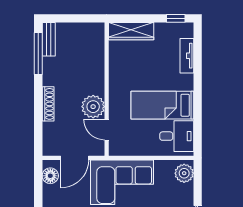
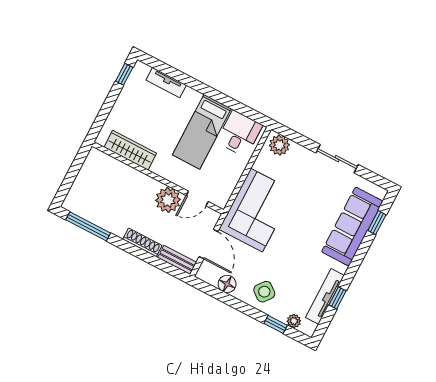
wardrobe: (131, 31) -> (130, 150), moved, turned -90
bench: (49, 39) -> (177, 260), moved
floor lamp: (50, 176) -> (227, 284), moved

